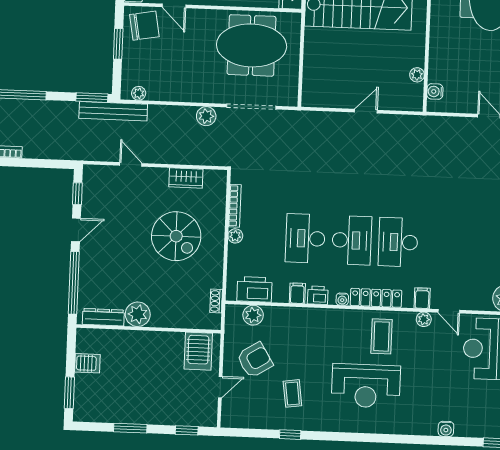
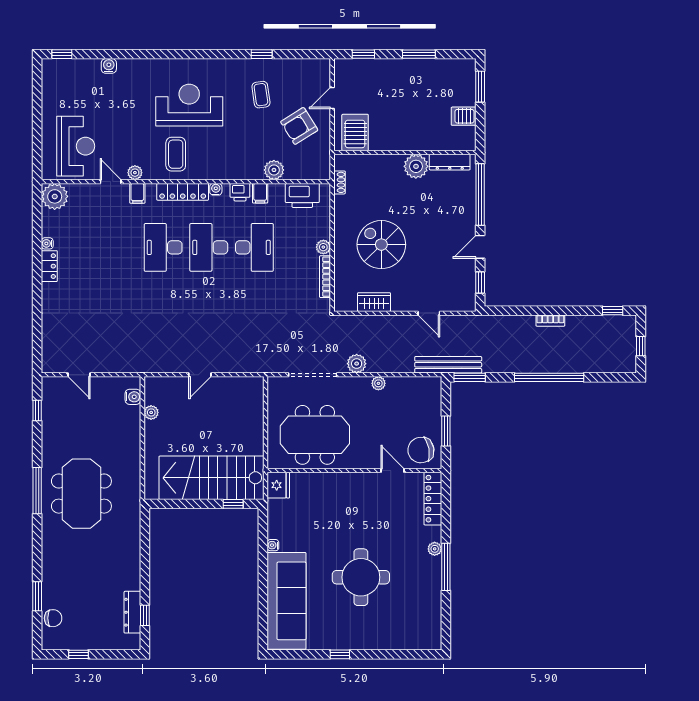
plant: (139, 93) -> (378, 383), moved
desk: (398, 242) -> (163, 247), turned 180
plant: (253, 315) -> (274, 170), moved

